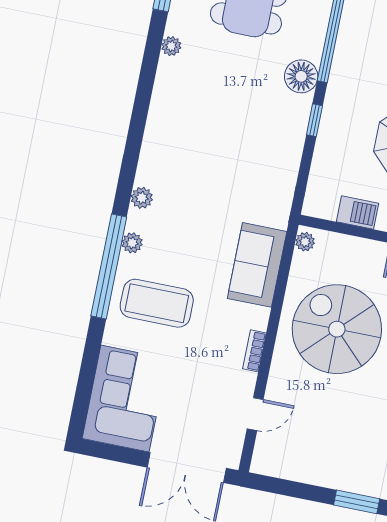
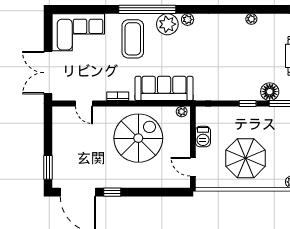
plant: (171, 46) -> (251, 19), moved
plant: (132, 243) -> (167, 24), width x1.87, depth x1.87
sofa: (257, 265) -> (164, 88), width x1.36

